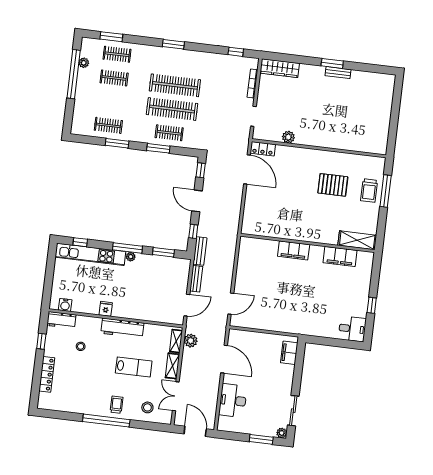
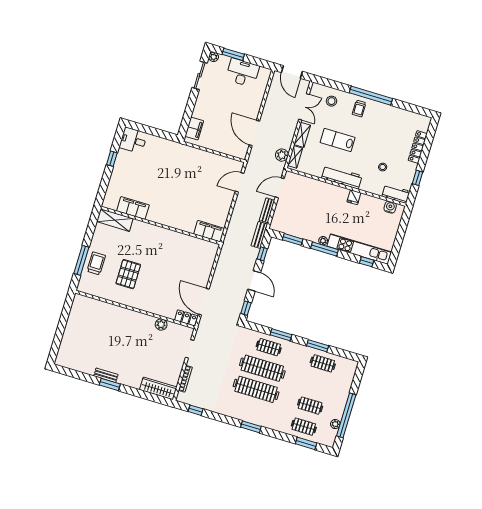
pallet: (333, 185) -> (128, 274), turned 90
filing cabinet: (294, 250) -> (209, 231), moved
desk: (233, 400) -> (242, 73), moved, turned -90

